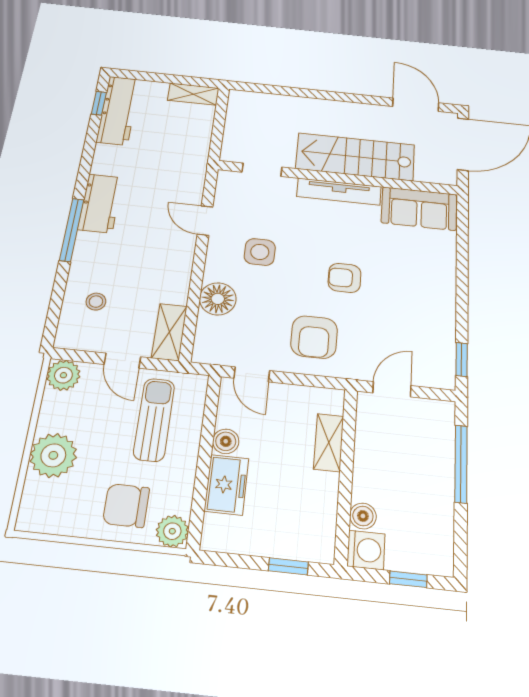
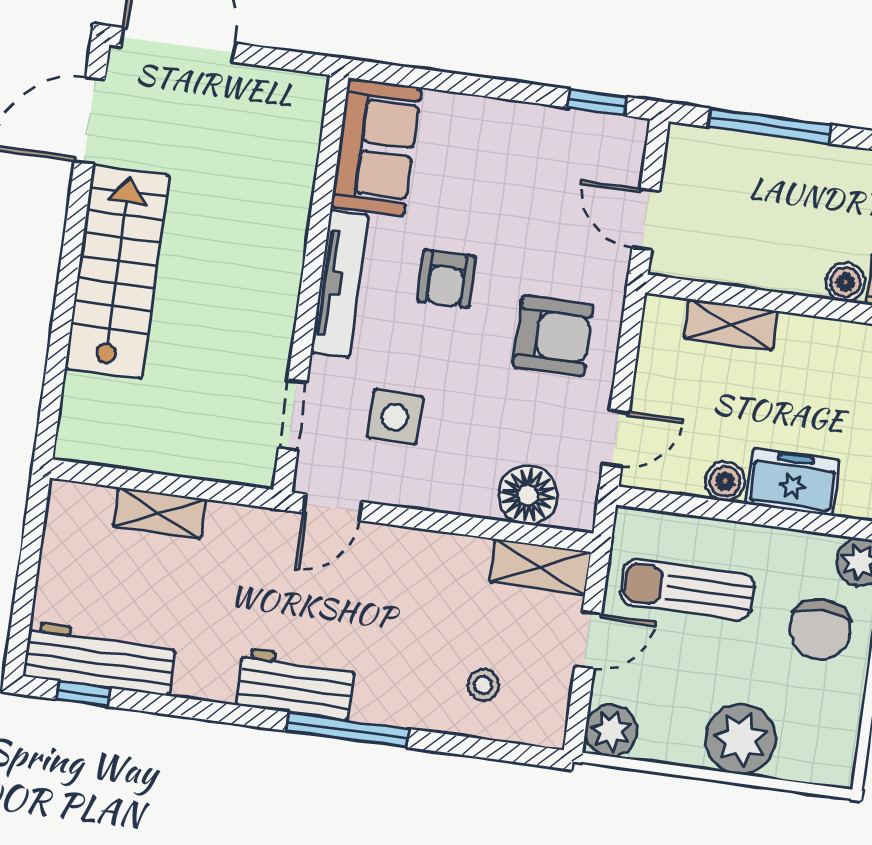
shelving: (193, 94) -> (160, 513), moved, turned 90
stairs: (355, 157) -> (117, 272), moved, turned 180
doorway: (262, 170) -> (293, 415), moved
wall: (338, 178) -> (311, 284), moved
tv unit: (339, 192) -> (340, 284), moved
sofa: (419, 209) -> (376, 148), moved
floor lamp: (218, 299) -> (528, 495), moved

